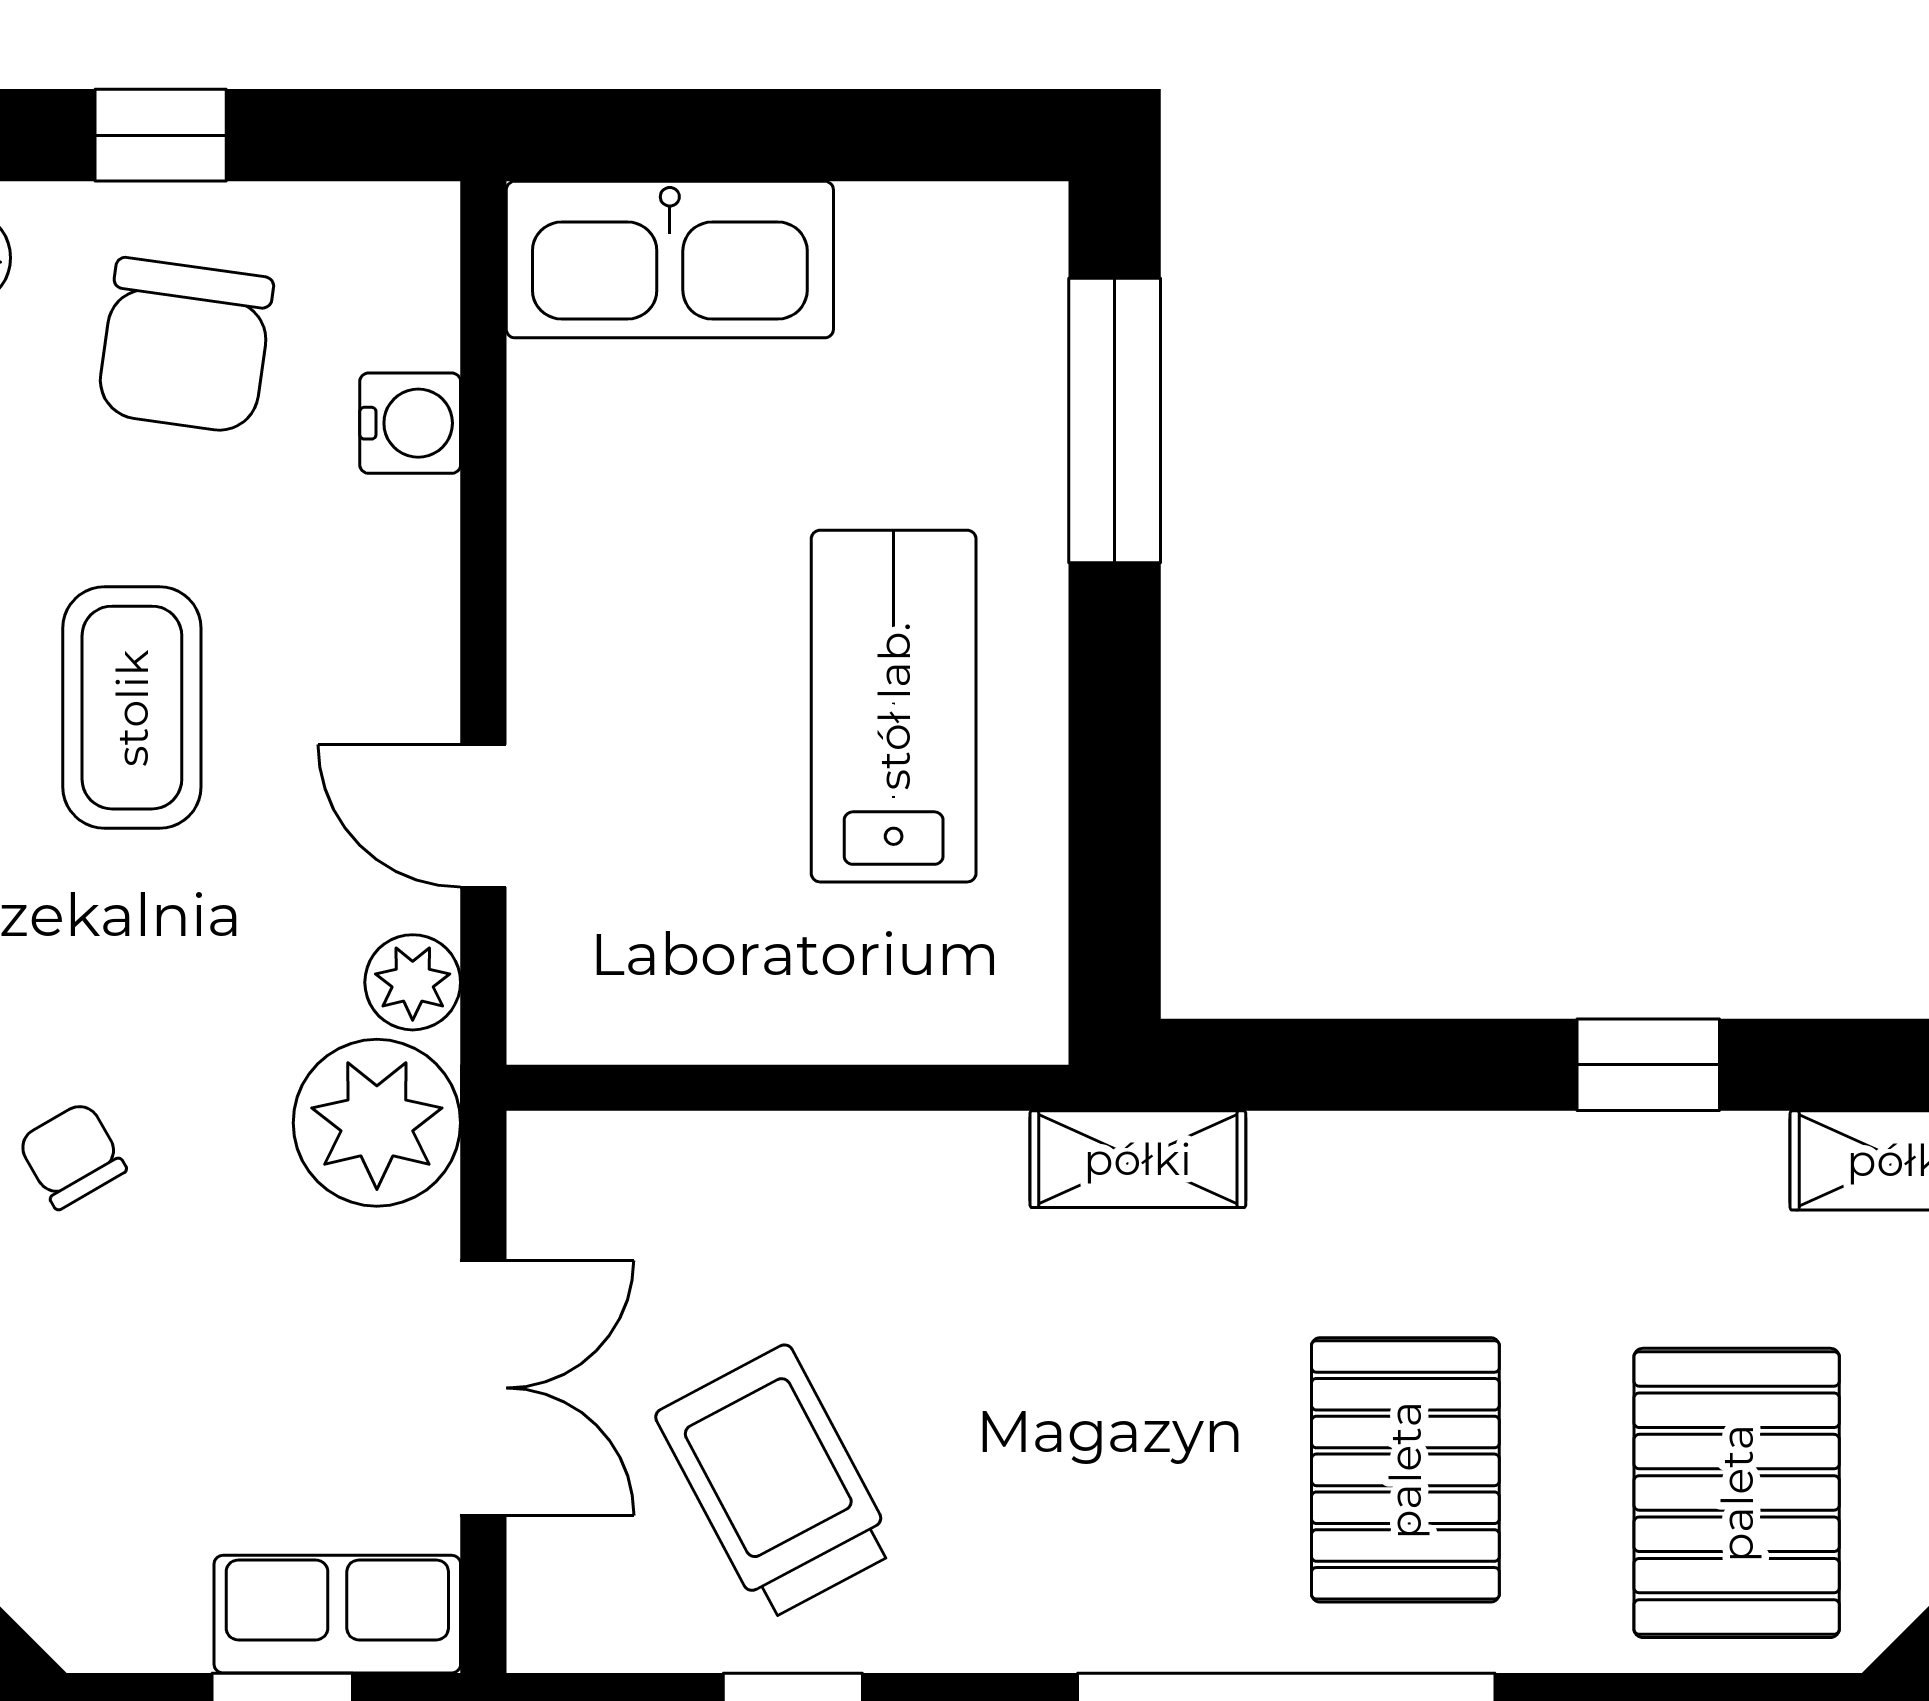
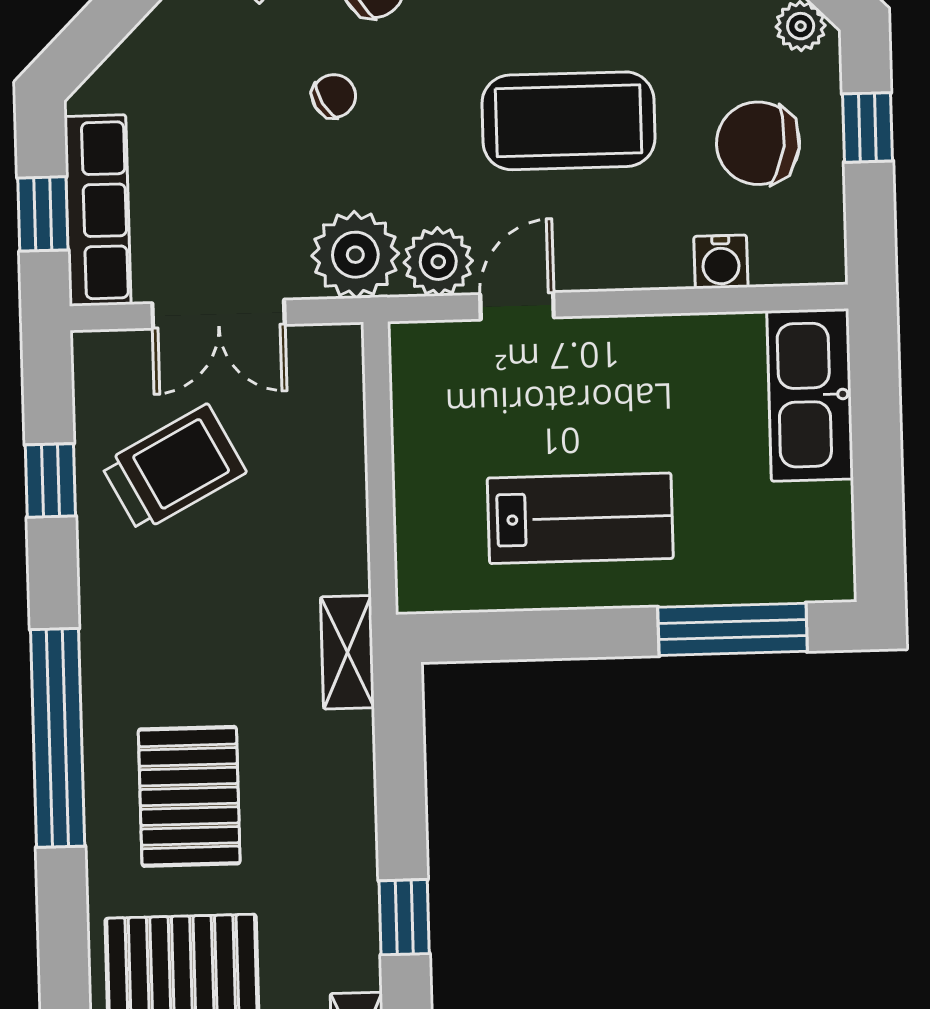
coffee table: (132, 708) -> (568, 121), width x1.36, depth x1.32
plant: (413, 982) -> (438, 262), width x1.38, depth x1.38
pallet: (1405, 1470) -> (189, 796), turned 90
row of seats: (337, 1614) -> (98, 210), width x1.48

